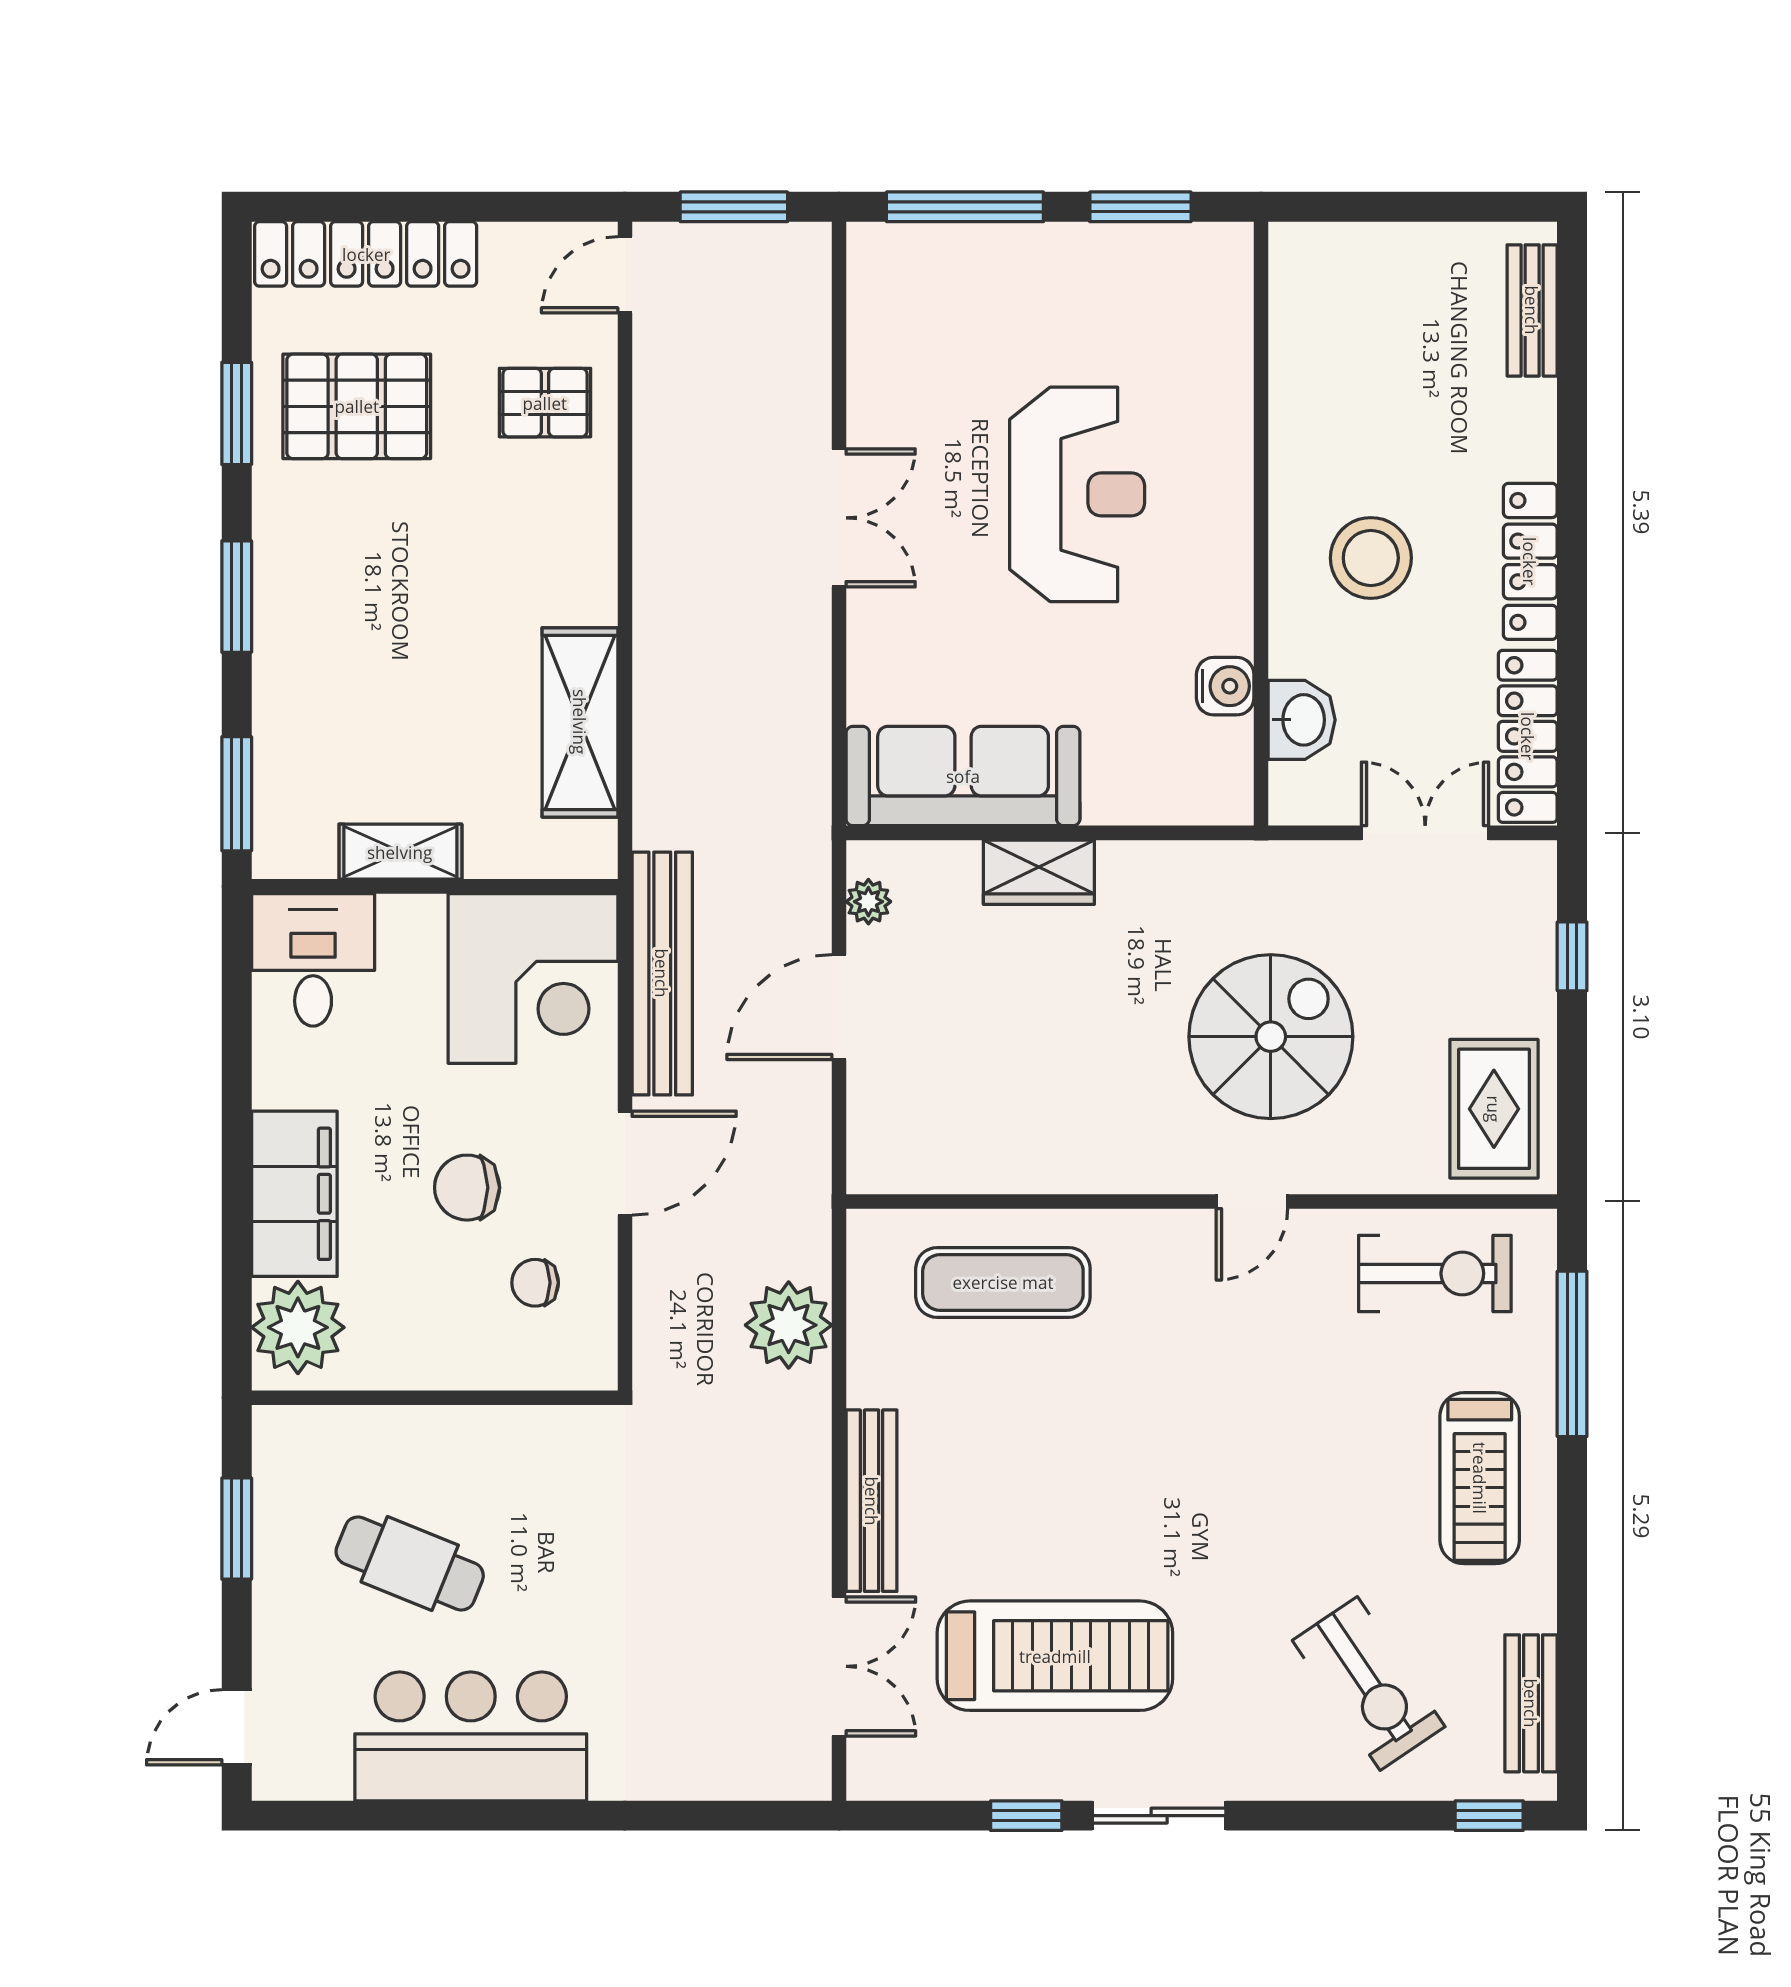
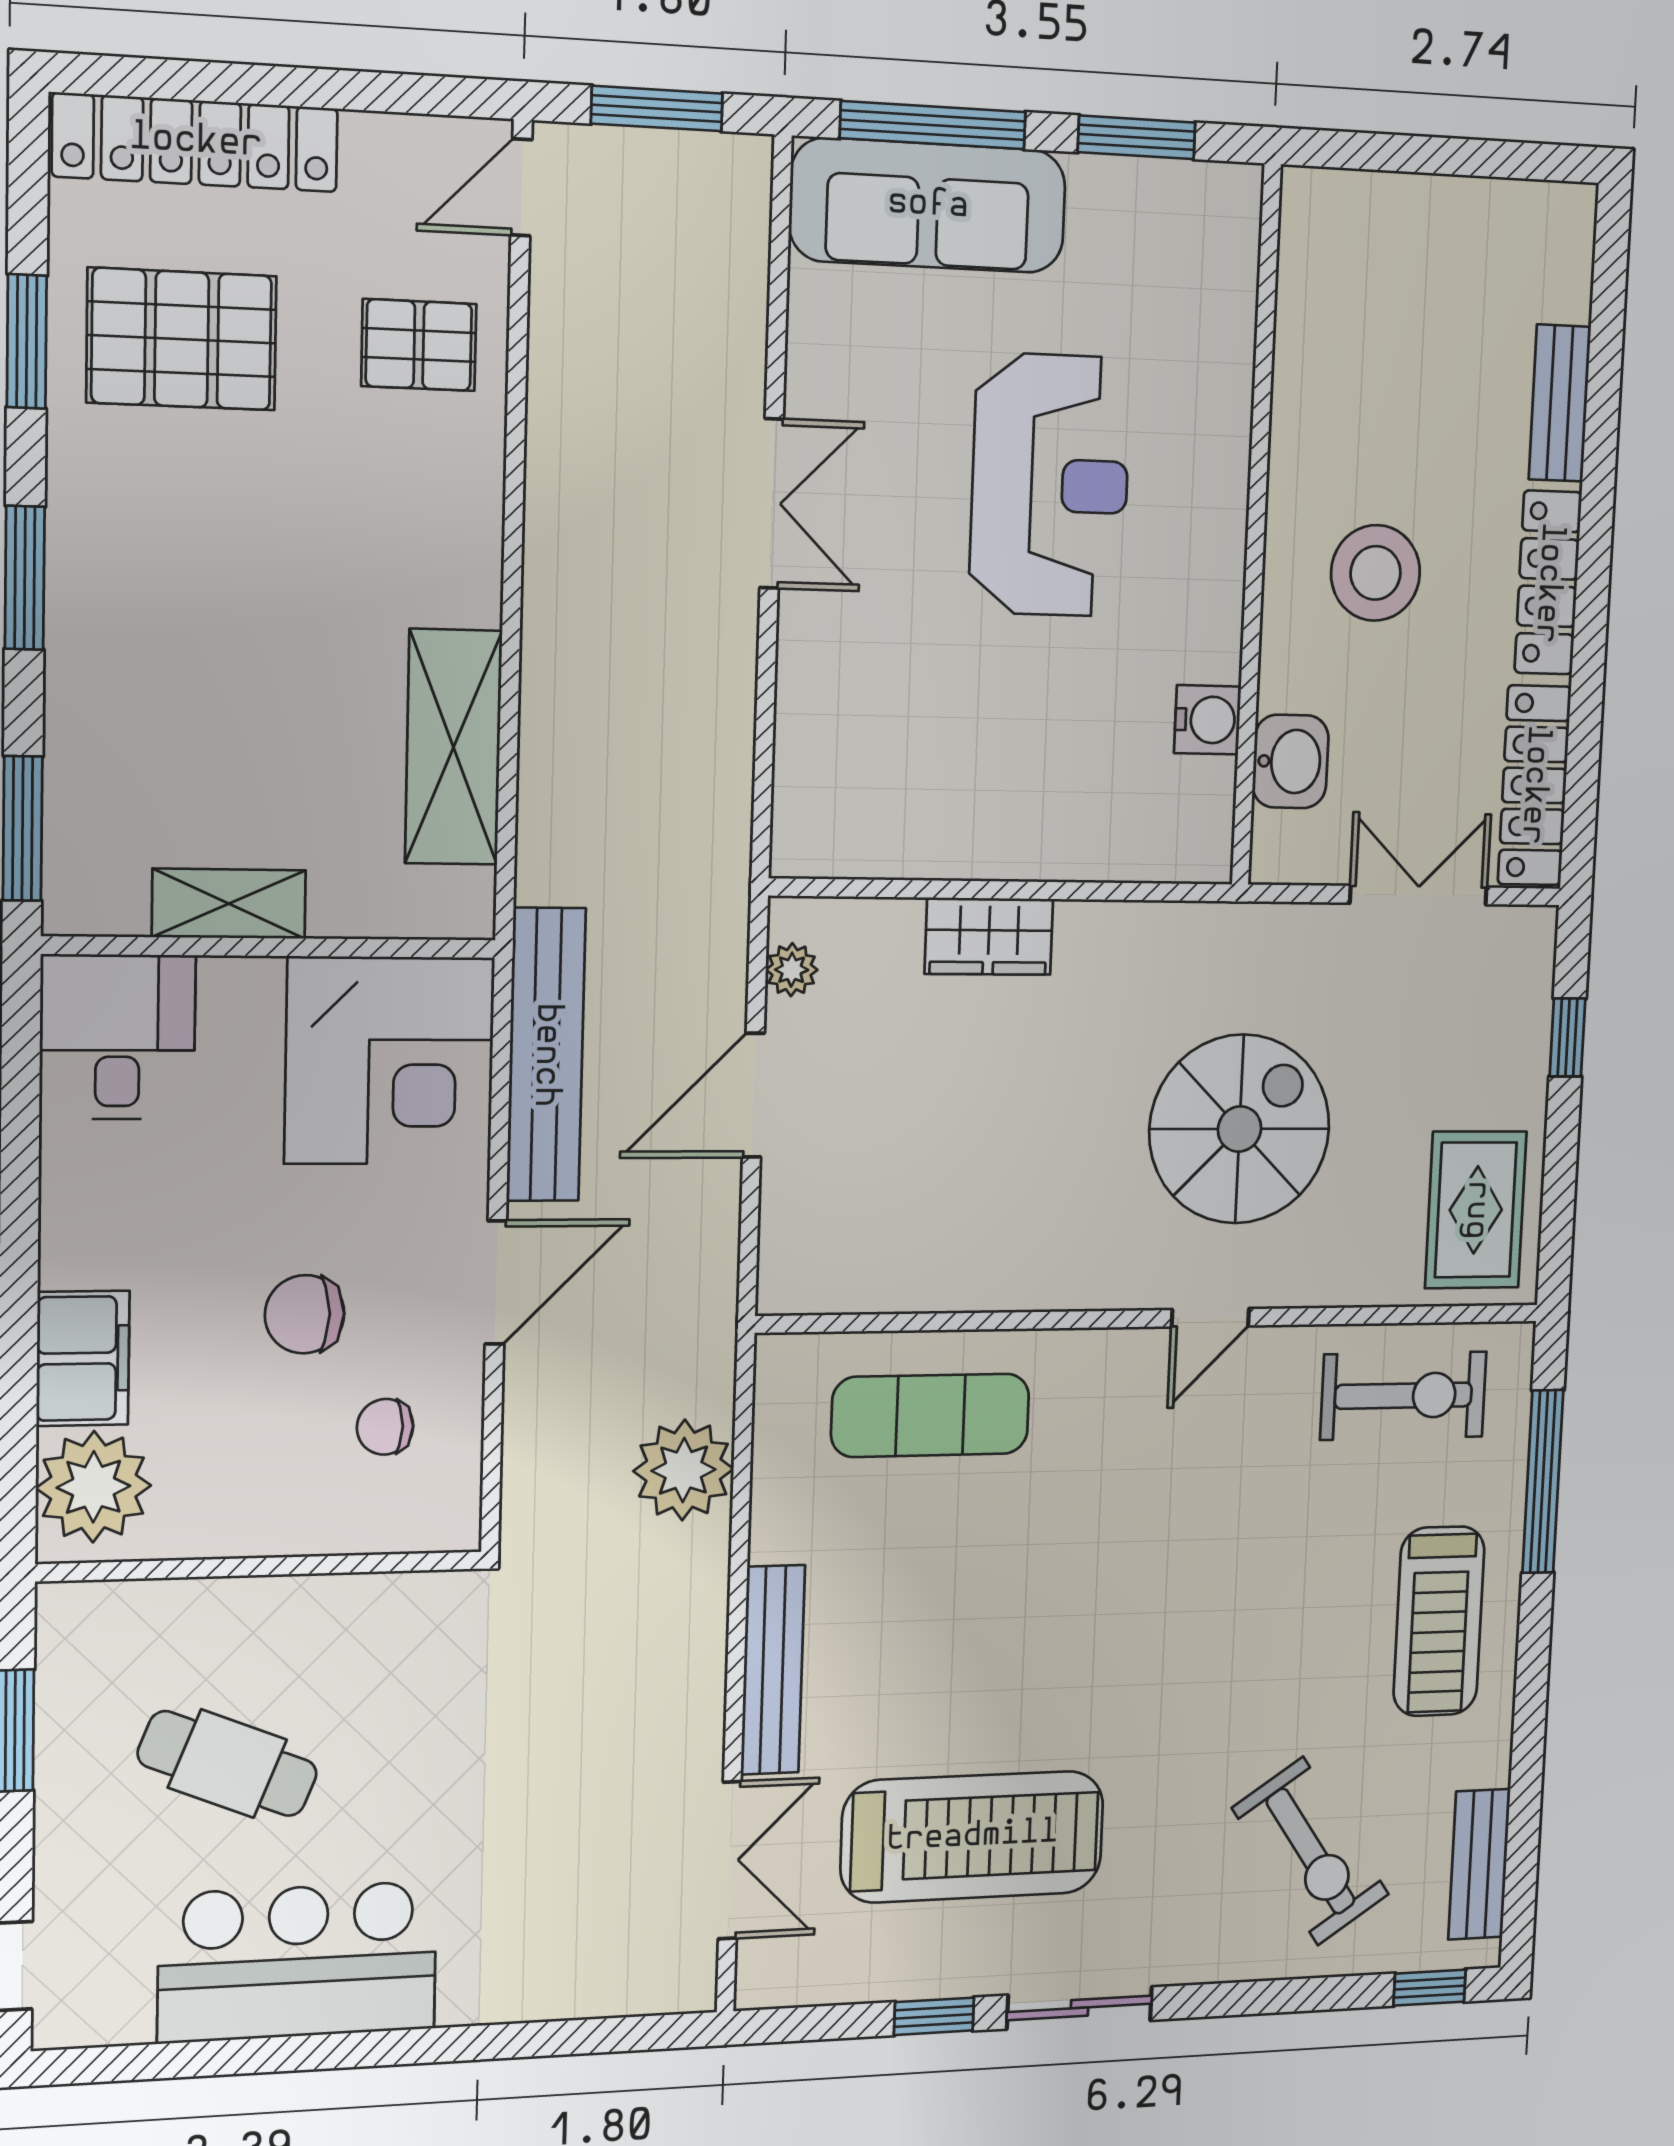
bench: (1532, 310) -> (1560, 403), moved
sofa: (963, 776) -> (928, 205), moved, turned 180
filing cabinet: (294, 1194) -> (83, 1358), width x0.67, depth x0.86

